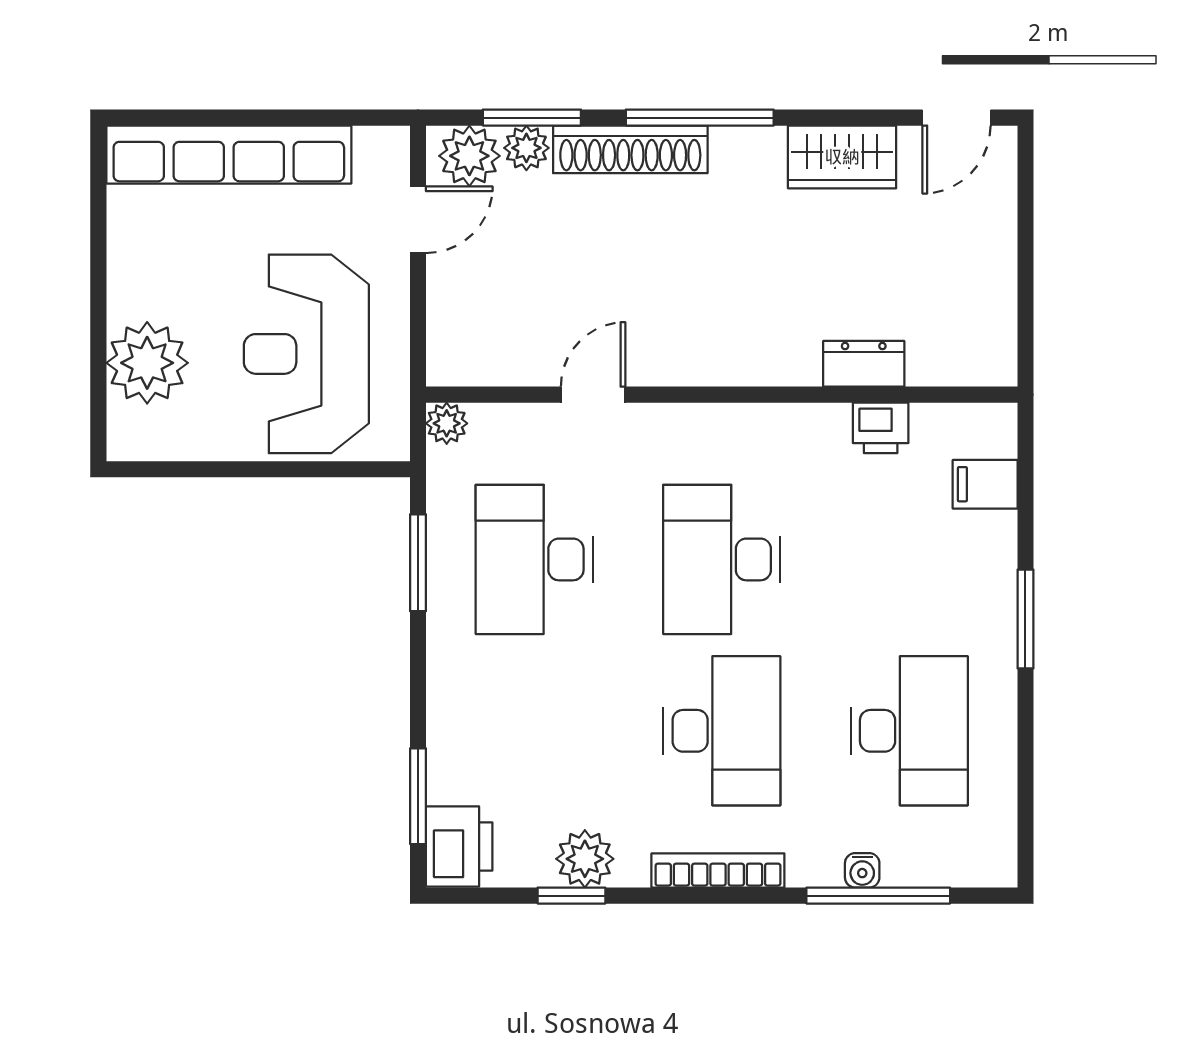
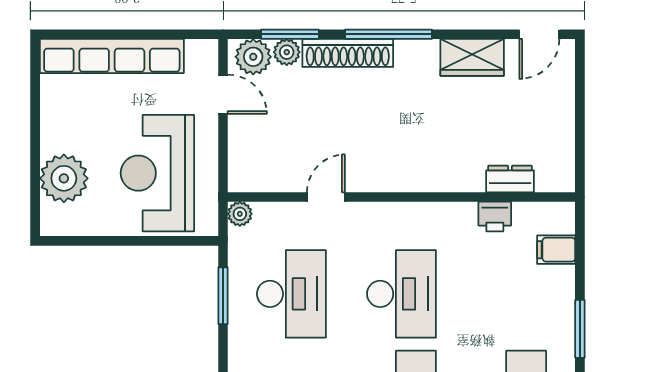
door: (418, 220) -> (223, 94), hinge flipped
dresser: (864, 364) -> (510, 179), moved
desk: (534, 559) -> (291, 294), turned 180
desk: (722, 559) -> (401, 294), turned 180

